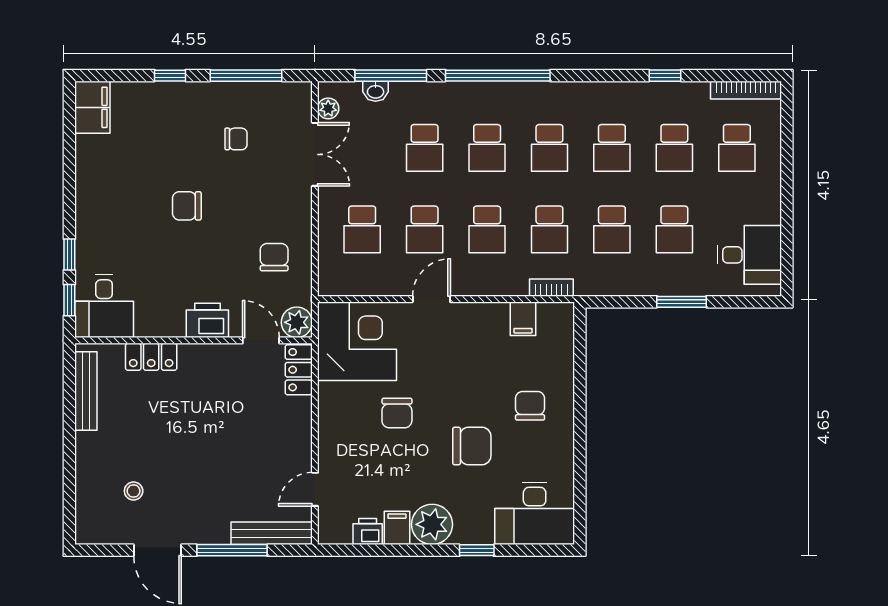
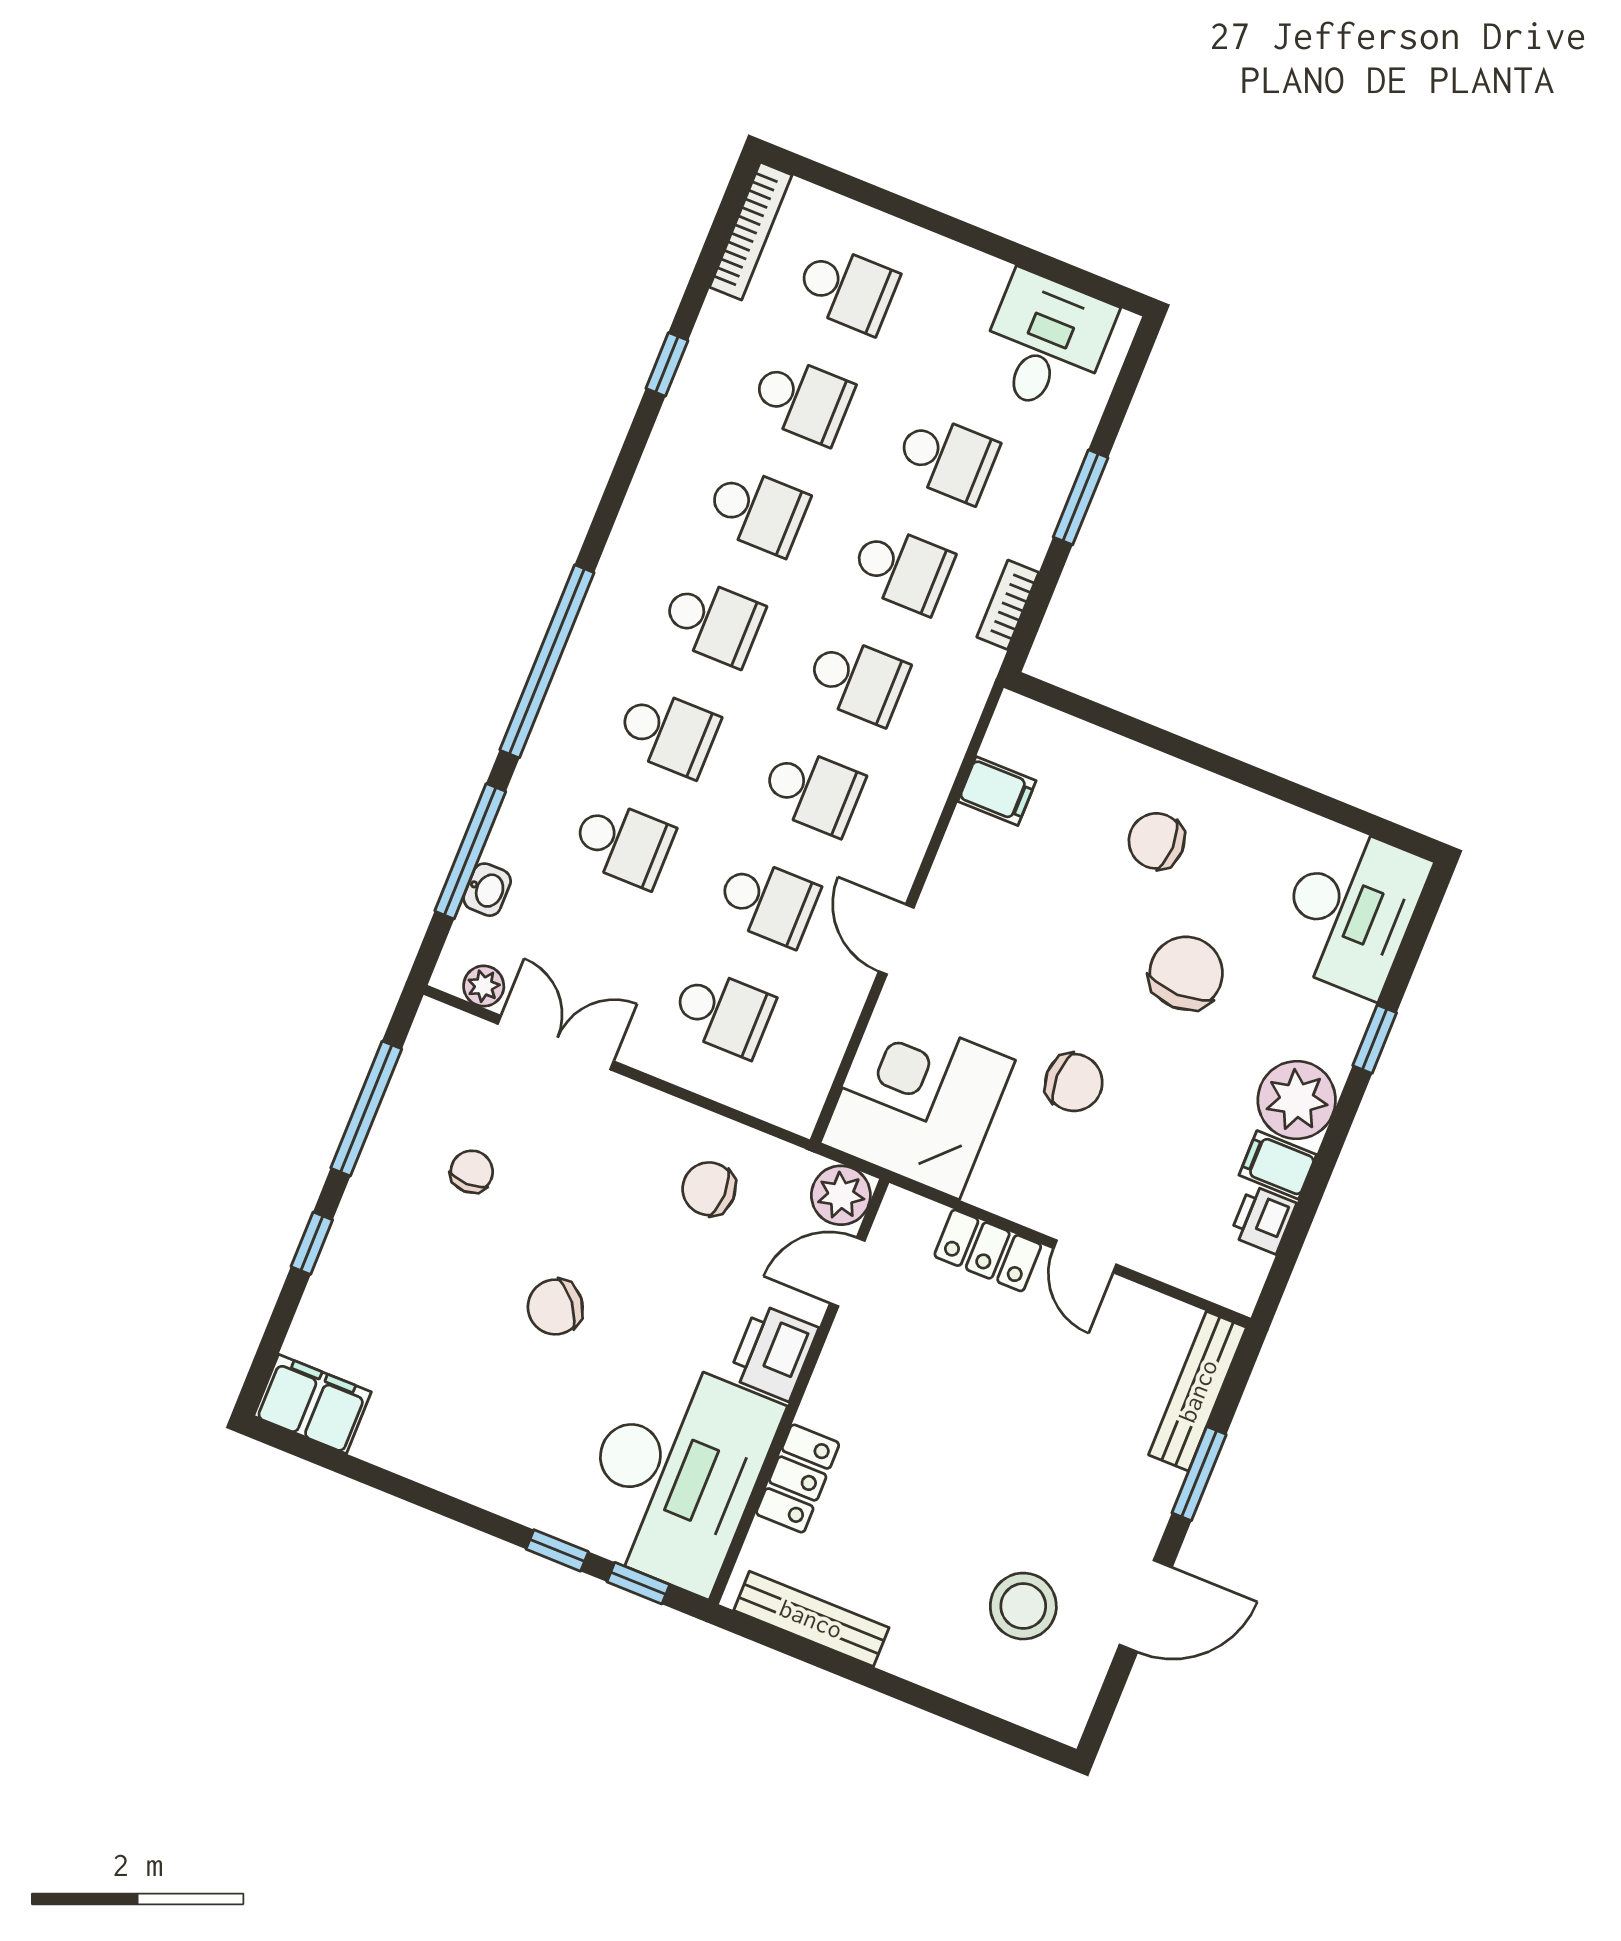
chair: (187, 206) -> (555, 1307), turned 51
bookcase: (551, 288) -> (1008, 605), moved
desk: (104, 306) -> (676, 1474), width x1.87, depth x1.30
locker: (299, 370) -> (988, 1250), moved
door: (315, 489) -> (1085, 1256), moved
stool: (134, 491) -> (1023, 1606), width x1.89, depth x1.89
window: (232, 550) -> (1199, 1474), width x0.69

